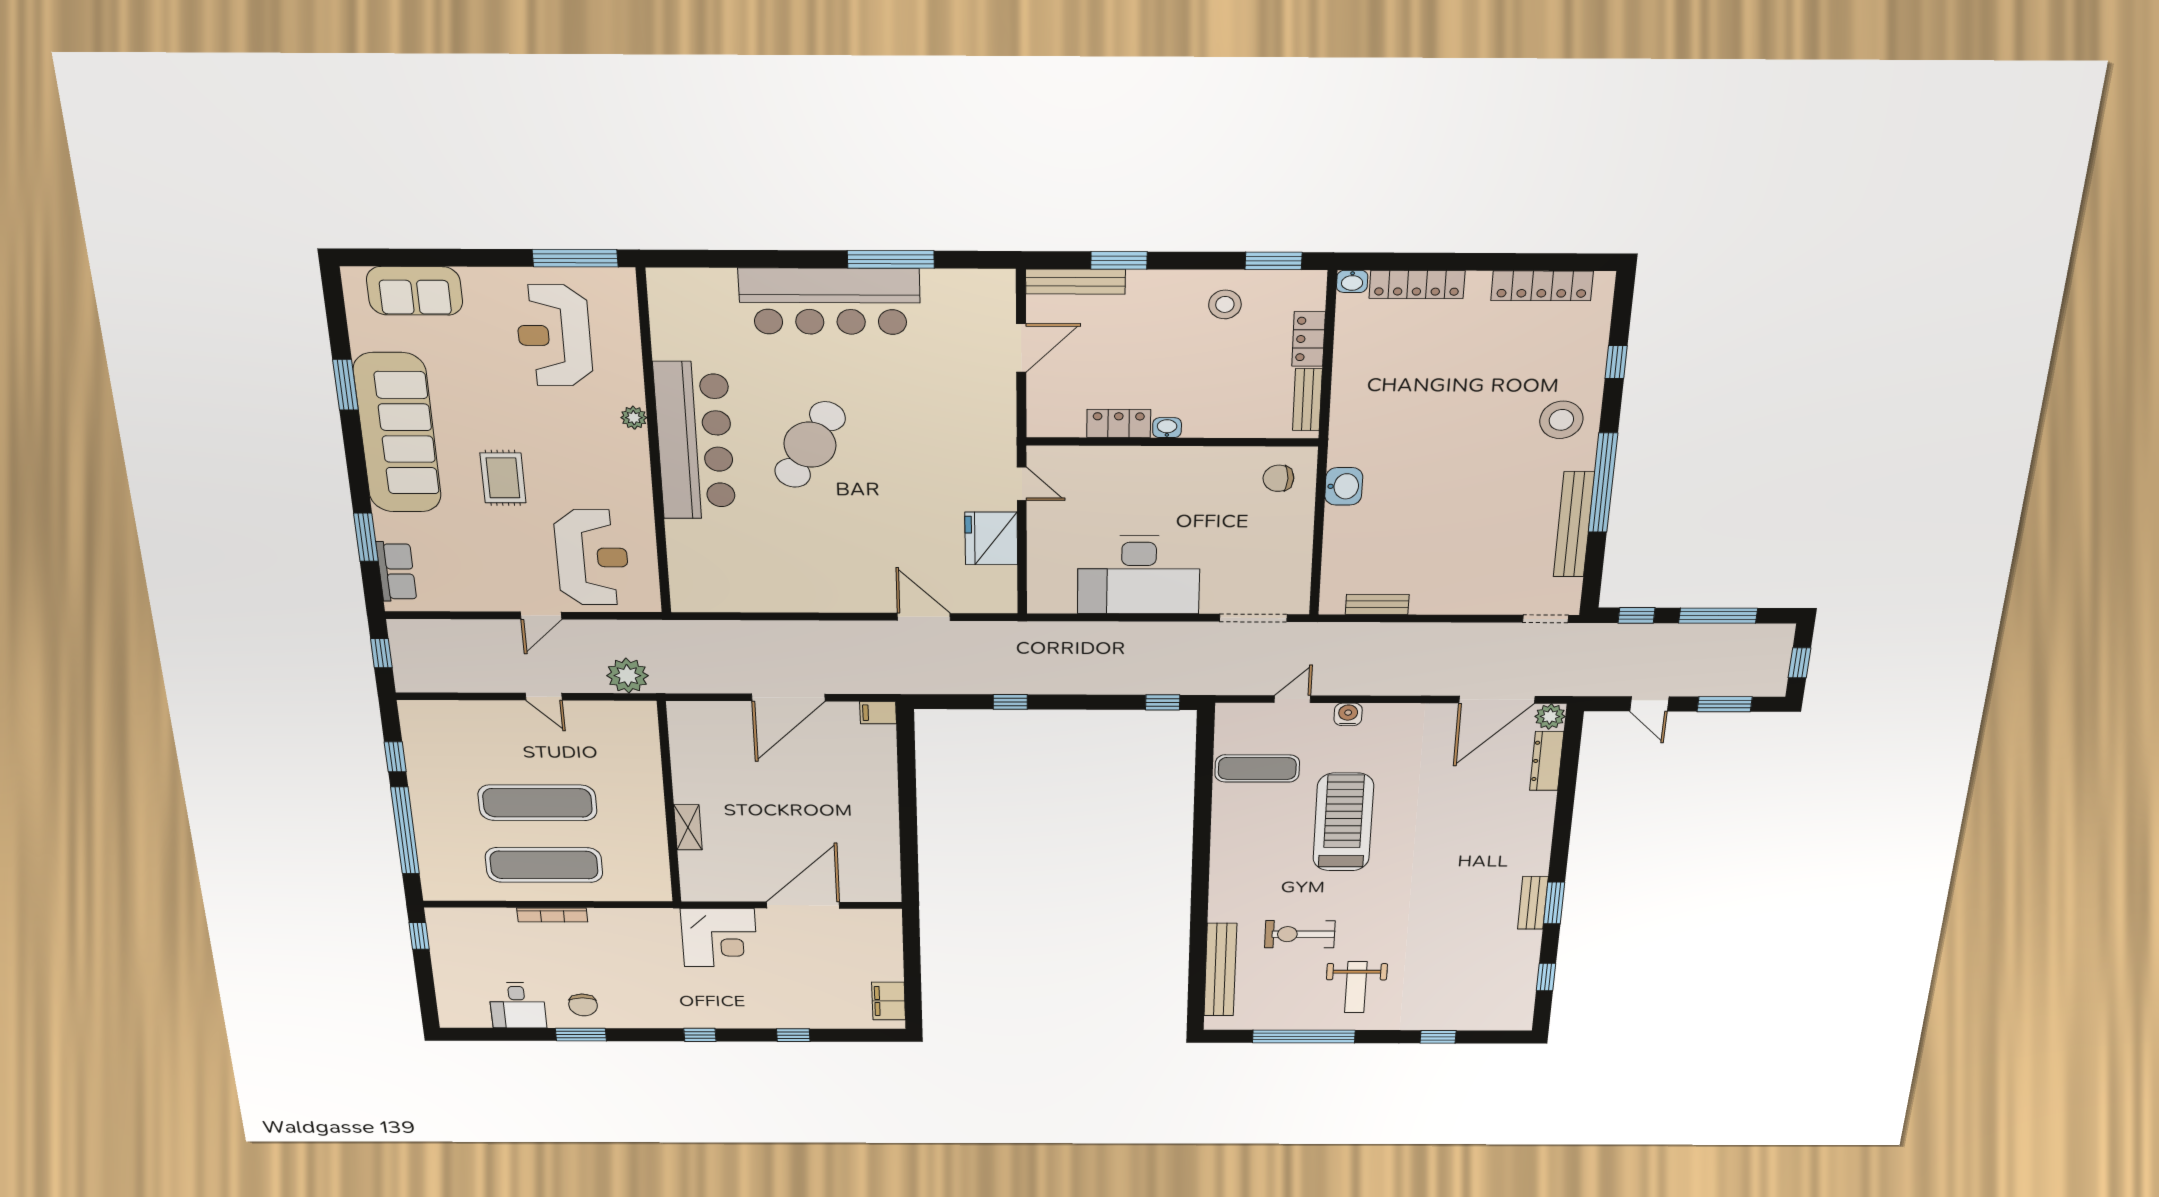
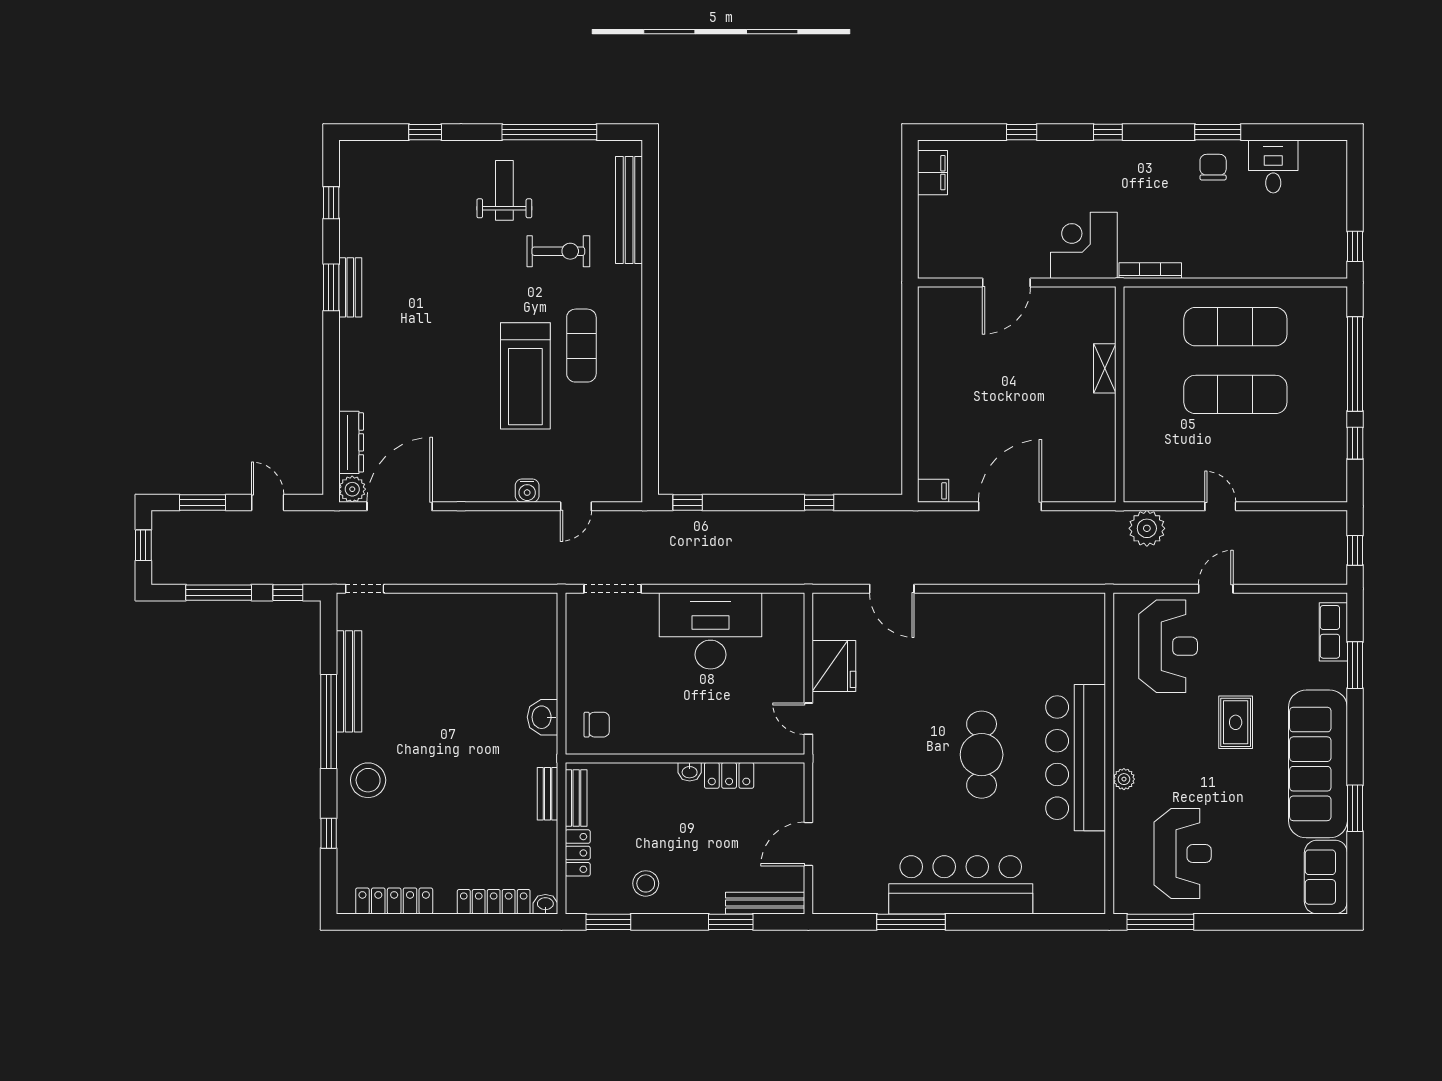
sofa: (415, 291) -> (1326, 877), moved, turned -90
cafe table: (810, 445) -> (982, 755), turned -30
reception desk: (592, 557) -> (1168, 646), turned 180
bench: (1377, 604) -> (547, 794), moved, turned 90
exercise mat: (1257, 768) -> (581, 346), moved, turned 90
door: (803, 905) -> (1006, 283), width x0.73
bookcase: (552, 915) -> (1150, 271), moved

